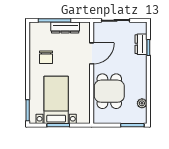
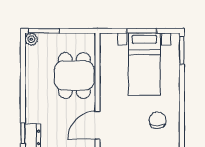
plant: (142, 103) -> (31, 39), moved

